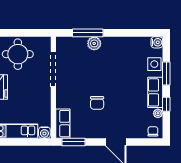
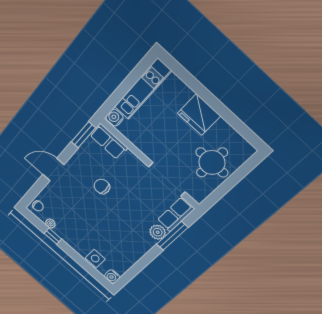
window: (166, 74) -> (79, 259), removed
row of seats: (155, 92) -> (176, 215), moved, turned -90

